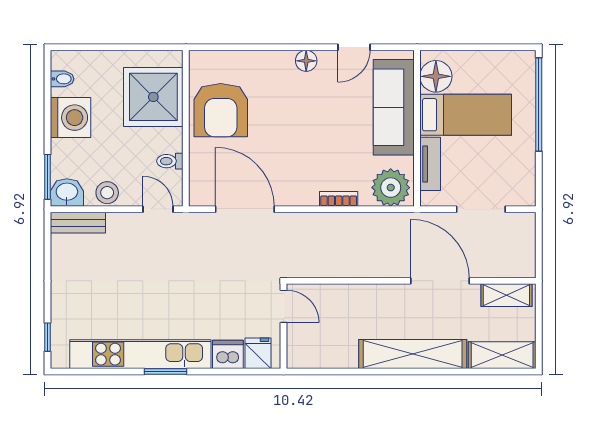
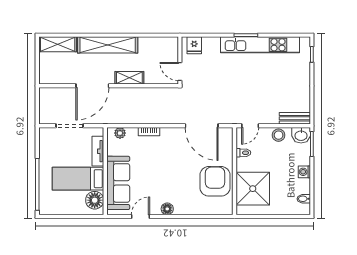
washing machine: (71, 118) -> (304, 172), width x0.53, depth x0.53
plant: (391, 188) -> (120, 133), width x0.53, depth x0.53
door: (158, 209) -> (250, 126), hinge flipped
door: (440, 281) -> (92, 86), hinge flipped
shelving: (506, 295) -> (129, 78), moved
dishwasher: (228, 354) -> (211, 45), removed

